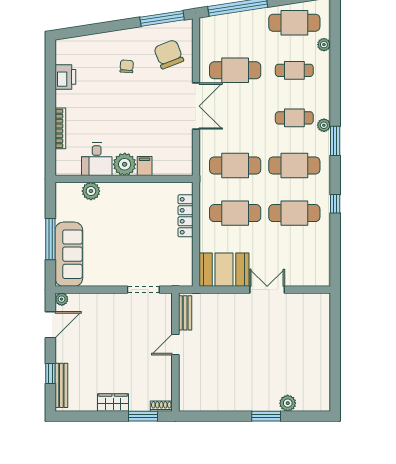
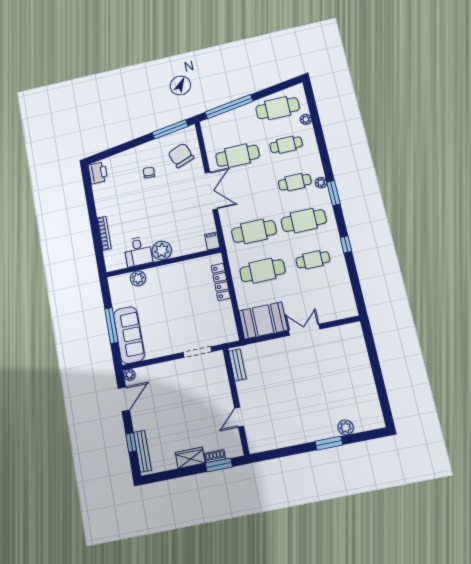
printer: (65, 77) -> (98, 173), moved
filing cabinet: (145, 166) -> (212, 241), moved
cafe table: (294, 213) -> (313, 260), width x0.73, depth x0.74
door: (175, 344) -> (239, 417), moved
shoe rack: (161, 406) -> (215, 456), moved

